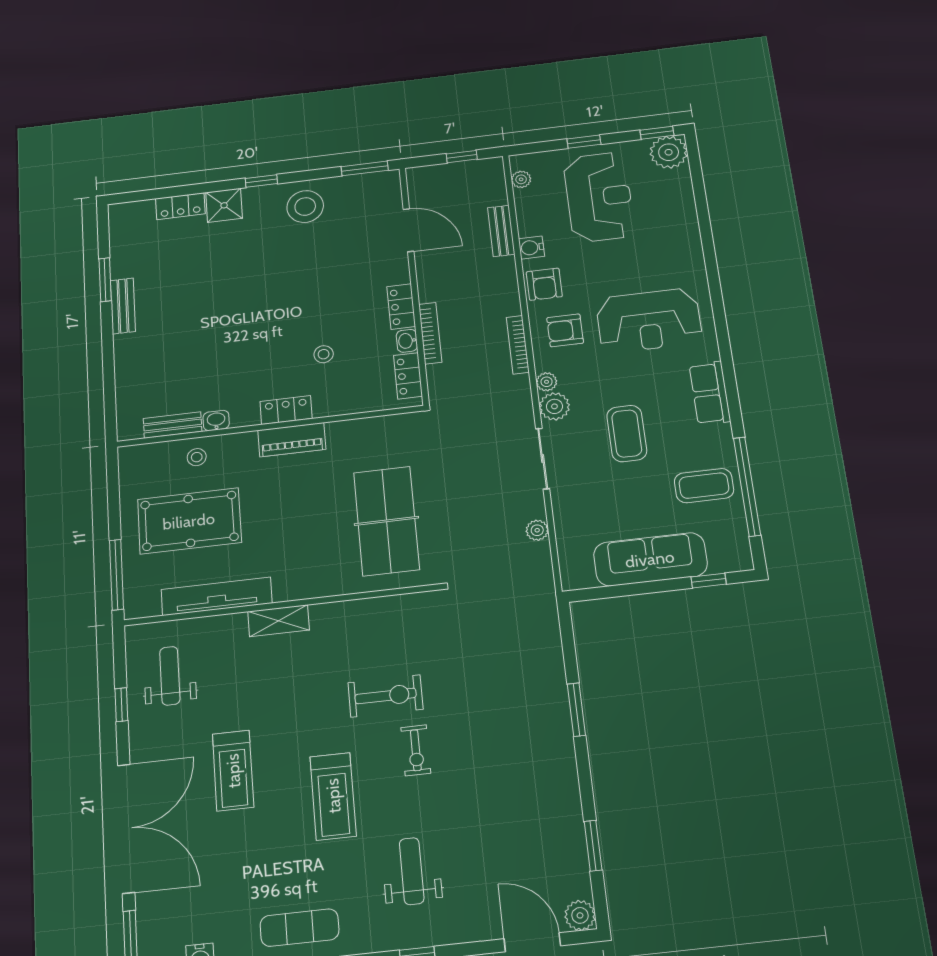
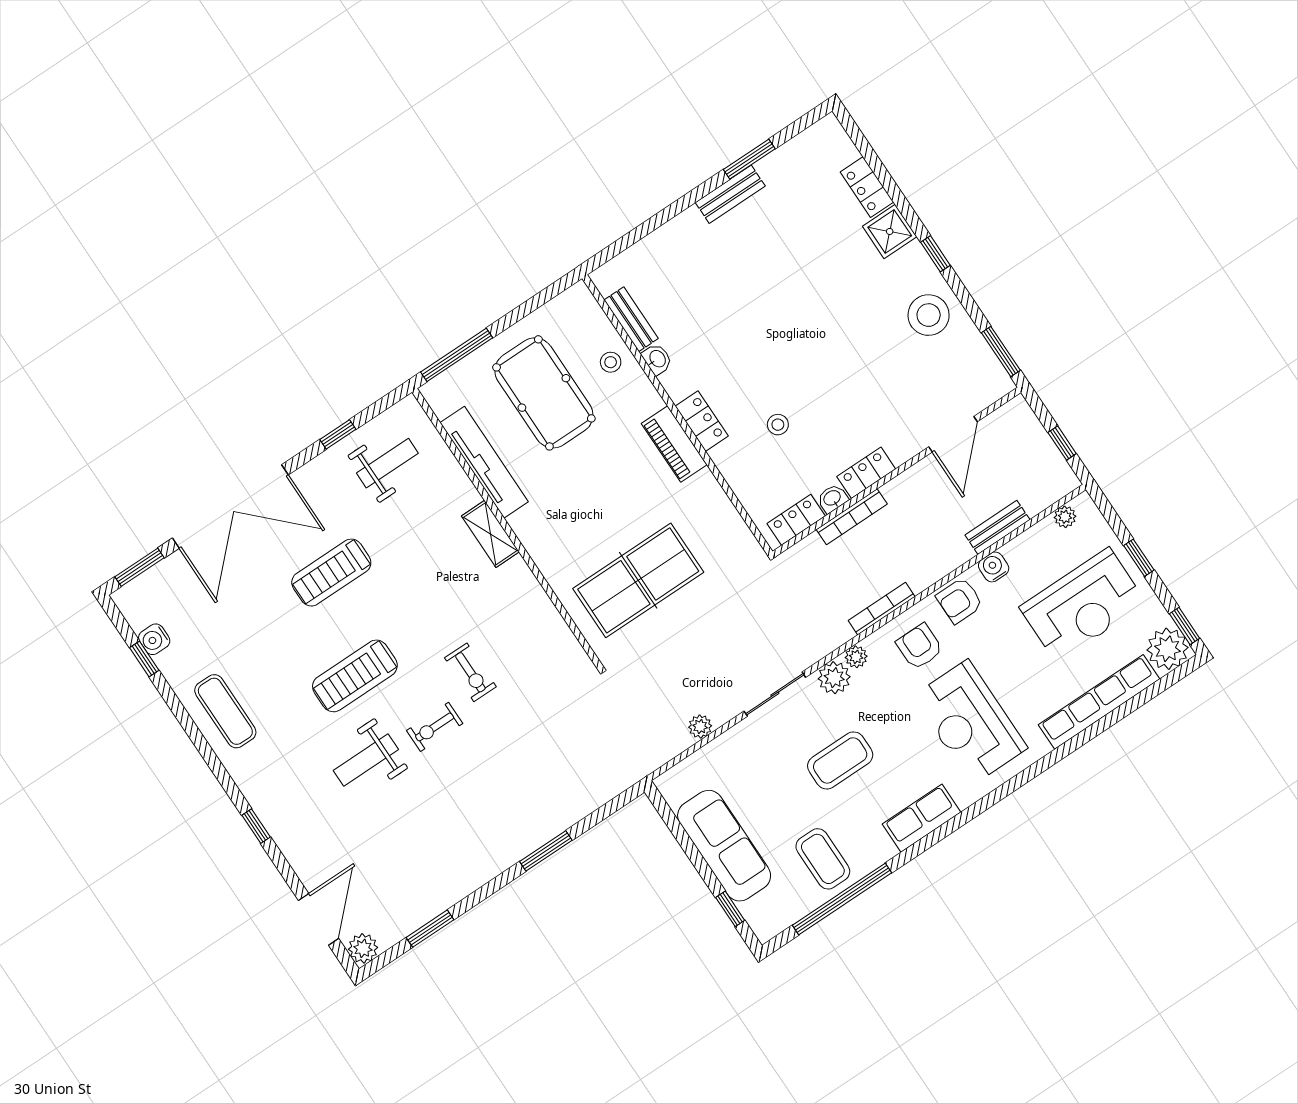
row of seats: (685, 219) -> (1099, 702), added
exercise bike: (386, 696) -> (470, 672), width x0.73, depth x0.72
weight bench: (412, 871) -> (366, 760), moved, turned 180

